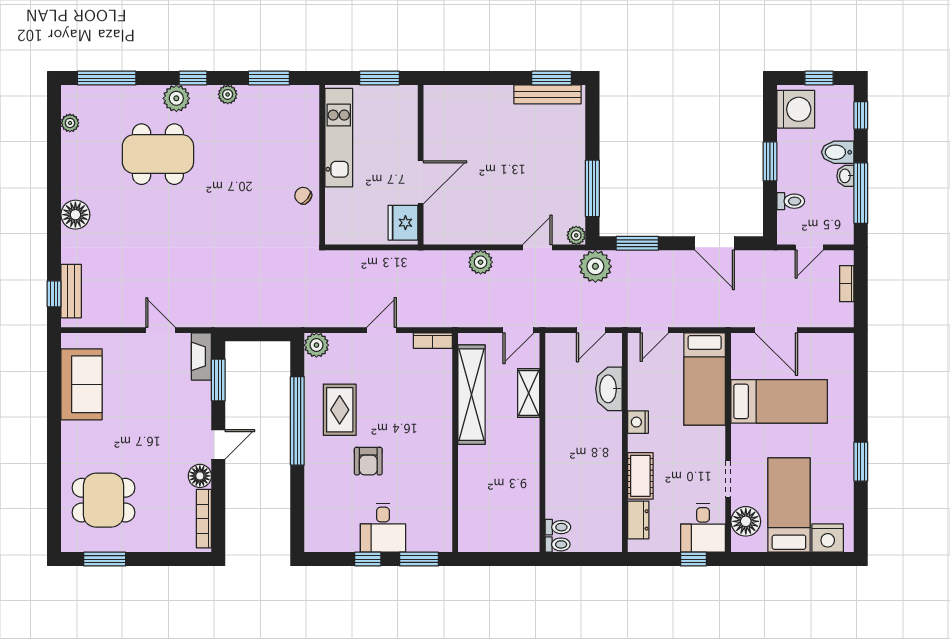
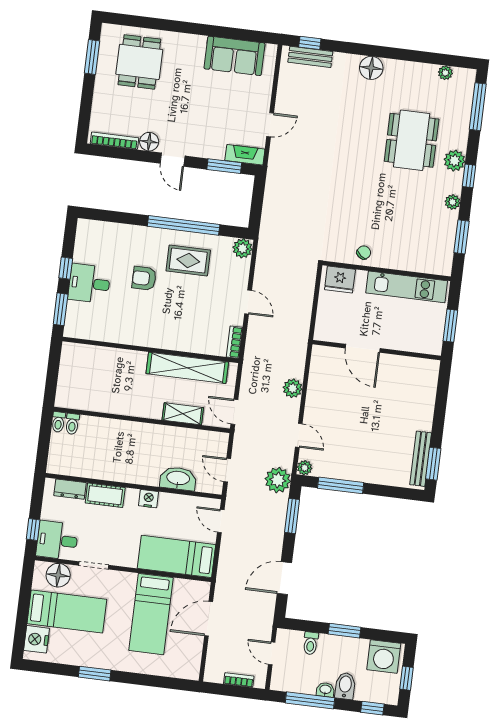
fridge: (403, 223) -> (340, 279), moved, turned 180

